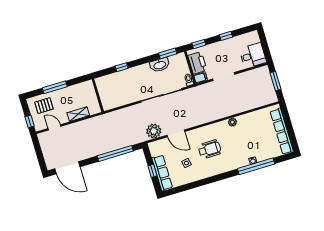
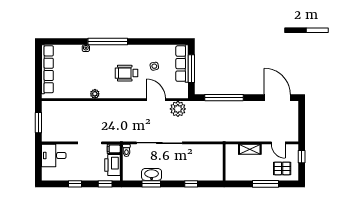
window: (168, 53) -> (151, 184), moved
window: (256, 166) -> (108, 42), moved
window: (152, 171) -> (191, 69), width x2.17

